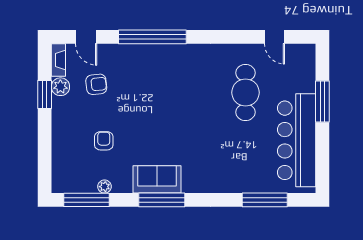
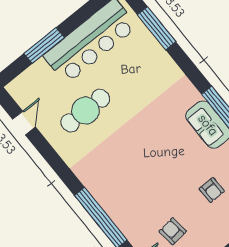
armchair: (104, 141) -> (212, 190), turned -90

